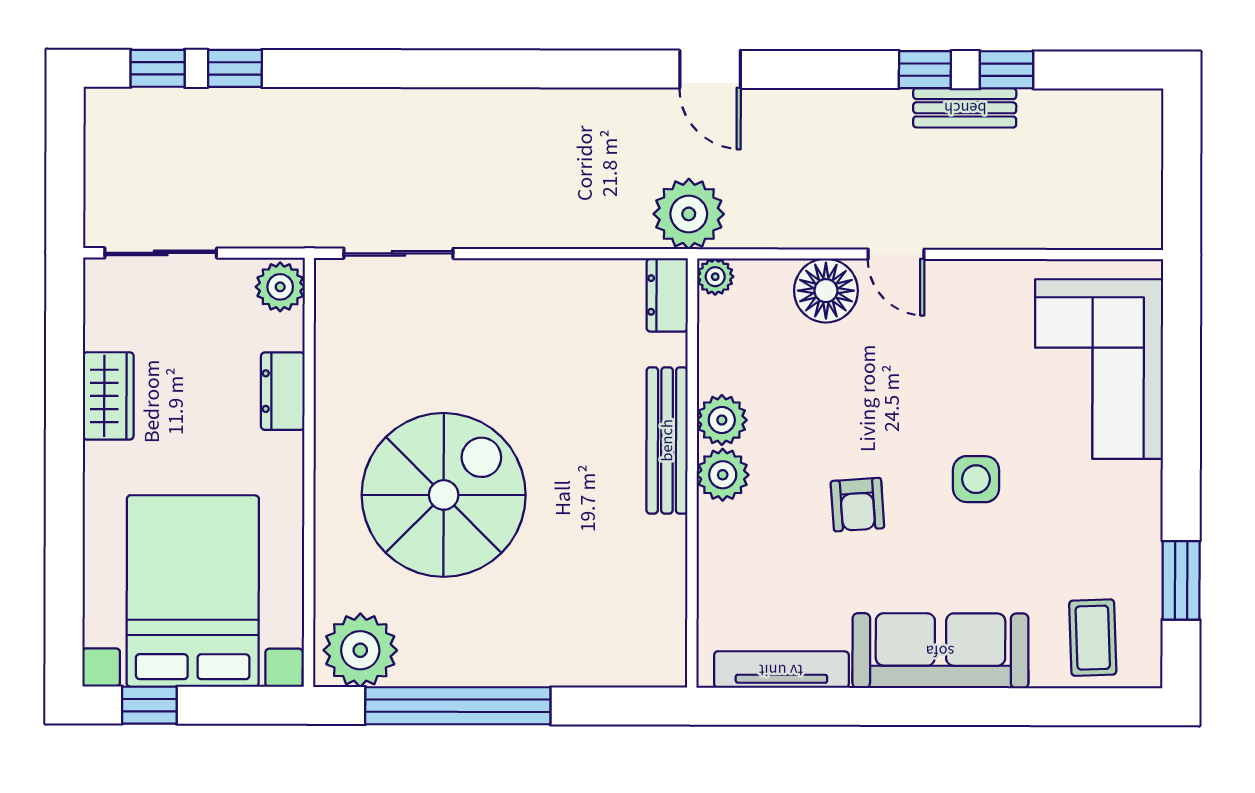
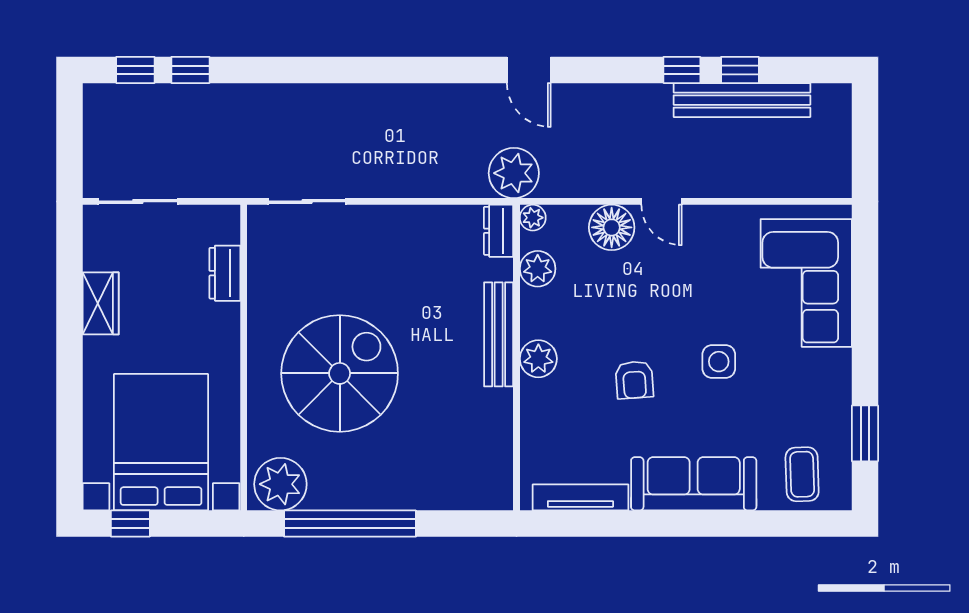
bench: (965, 108) -> (742, 100), width x1.86, depth x1.21
plant: (280, 287) -> (223, 225), removed
dresser: (283, 391) -> (225, 273), moved
plant: (722, 420) -> (538, 269), moved

